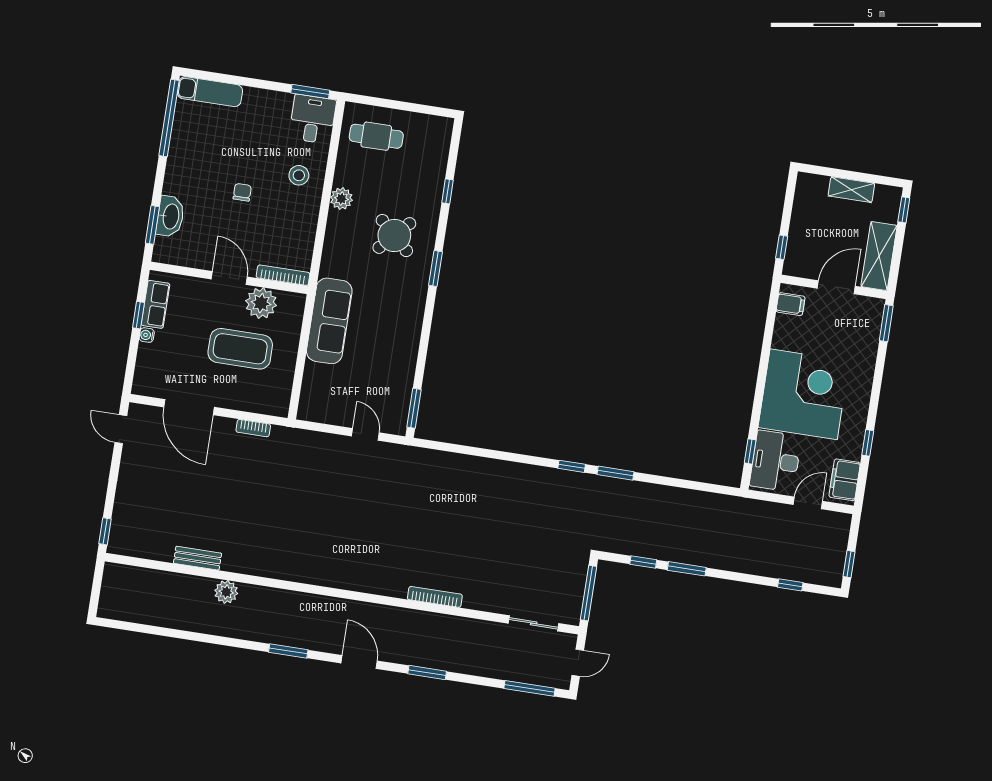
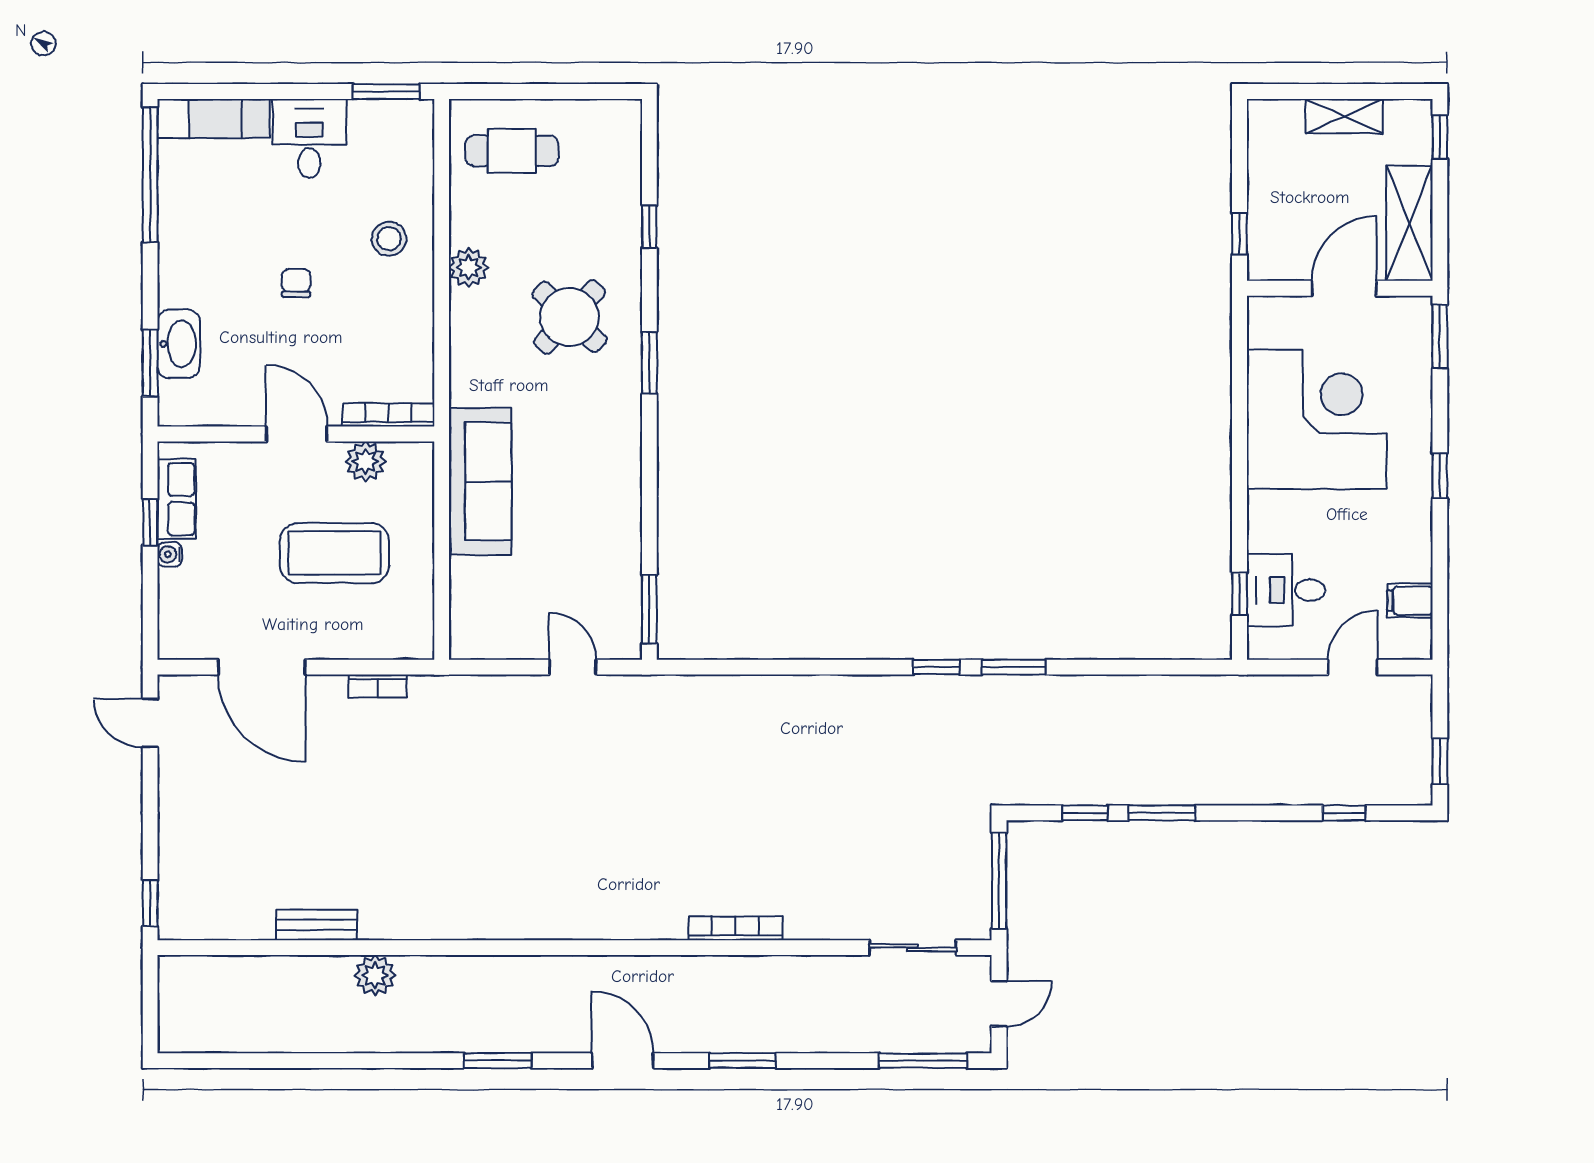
desk: (313, 119) -> (309, 138), moved
plant: (261, 303) -> (365, 461), width x0.73, depth x0.73
filing cabinet: (791, 304) -> (1270, 329), removed
corner desk: (804, 394) -> (1316, 419), moved
window: (868, 443) -> (1440, 476), moved
desk: (775, 461) -> (1286, 590), width x0.73
filing cabinet: (845, 480) -> (1410, 601), width x0.50

